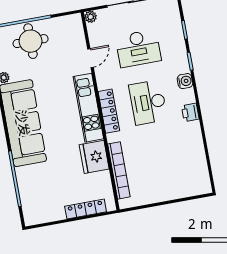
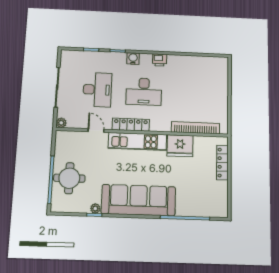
locker: (109, 111) -> (131, 125), moved

